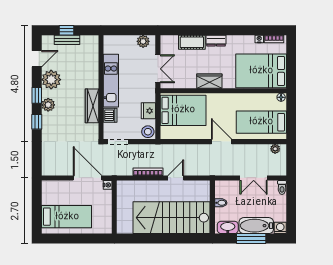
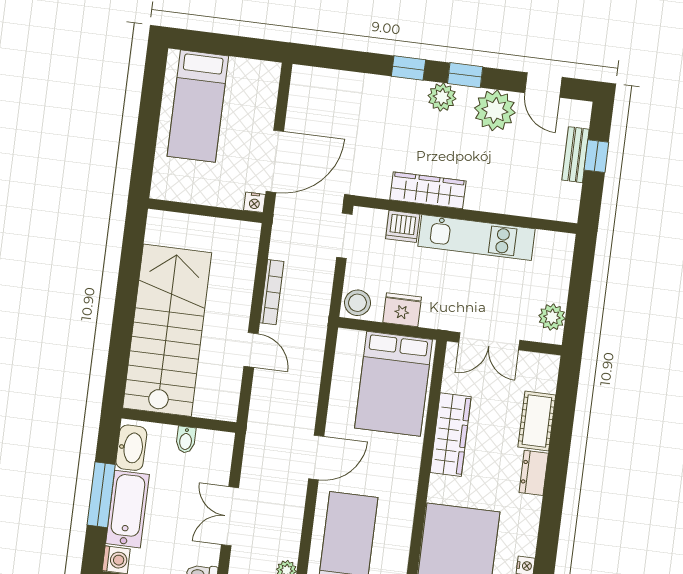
wardrobe: (209, 81) -> (451, 435), width x1.50

